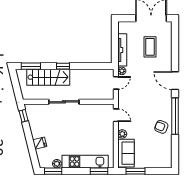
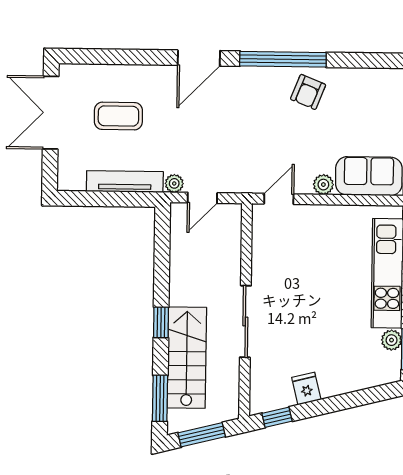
door: (116, 83) -> (202, 198), swing flipped
window: (16, 84) -> (202, 435), added
fridge: (40, 143) -> (306, 388), moved

